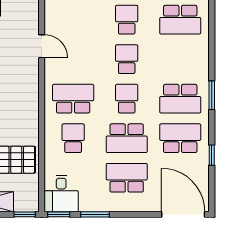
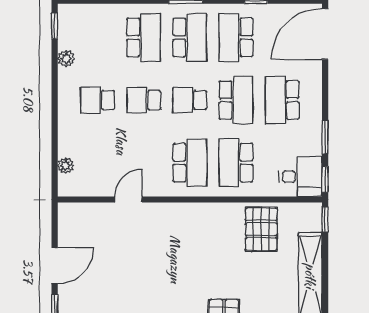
school desk: (180, 20) -> (144, 37), moved
school desk: (73, 99) -> (190, 163), turned 180
school desk: (73, 138) -> (236, 163), width x1.85

